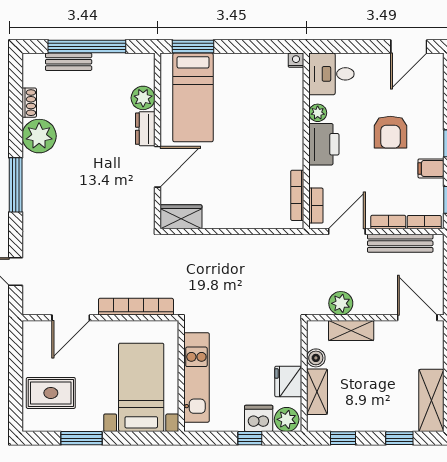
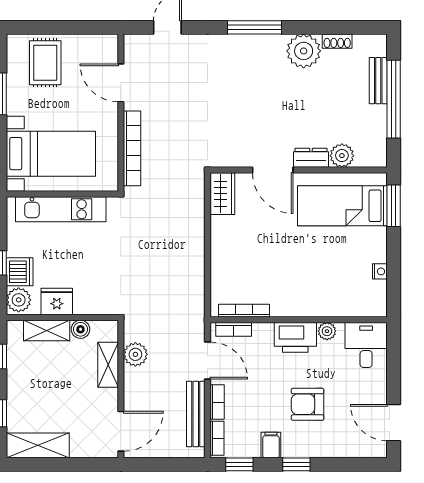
nightstand: (296, 60) -> (380, 271), moved

